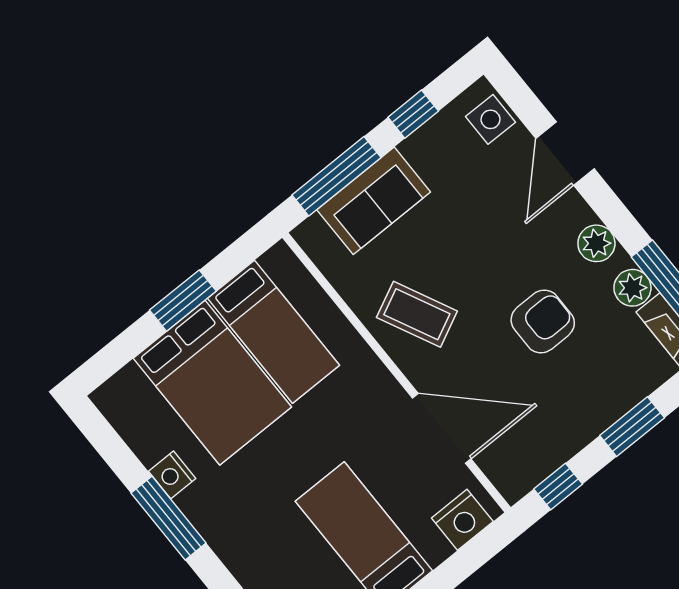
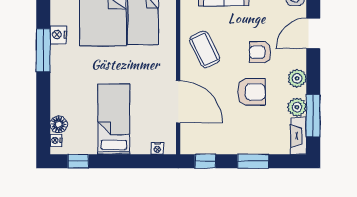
armchair: (507, 249) -> (260, 52), added
nightstand: (462, 520) -> (157, 149), width x0.53, depth x0.56

